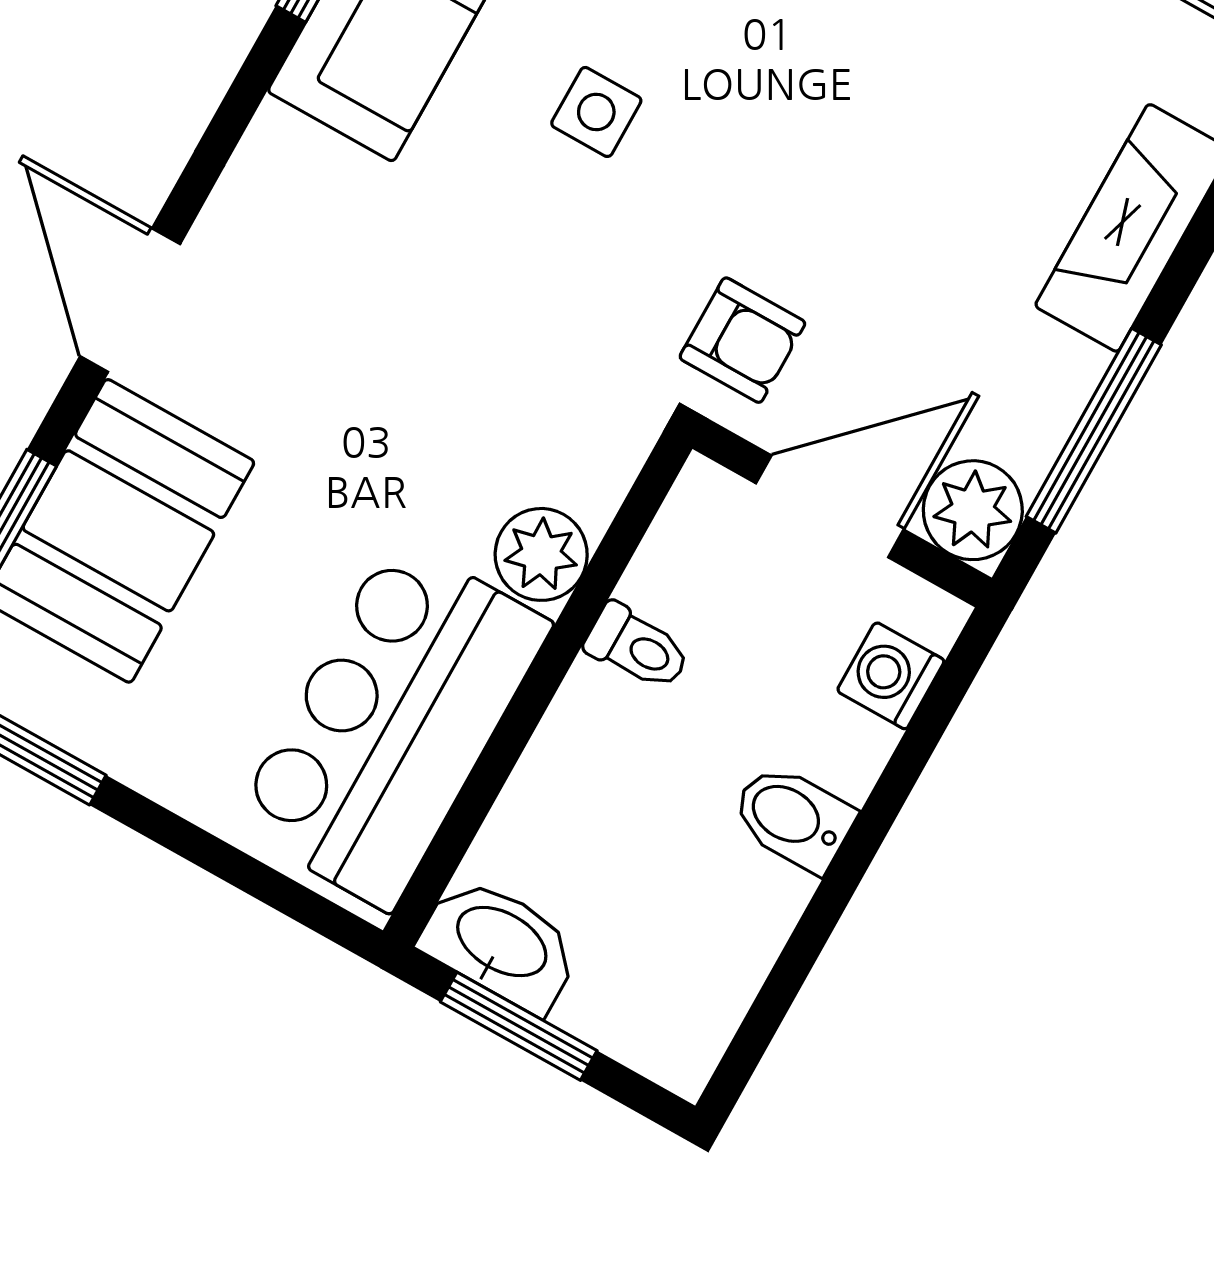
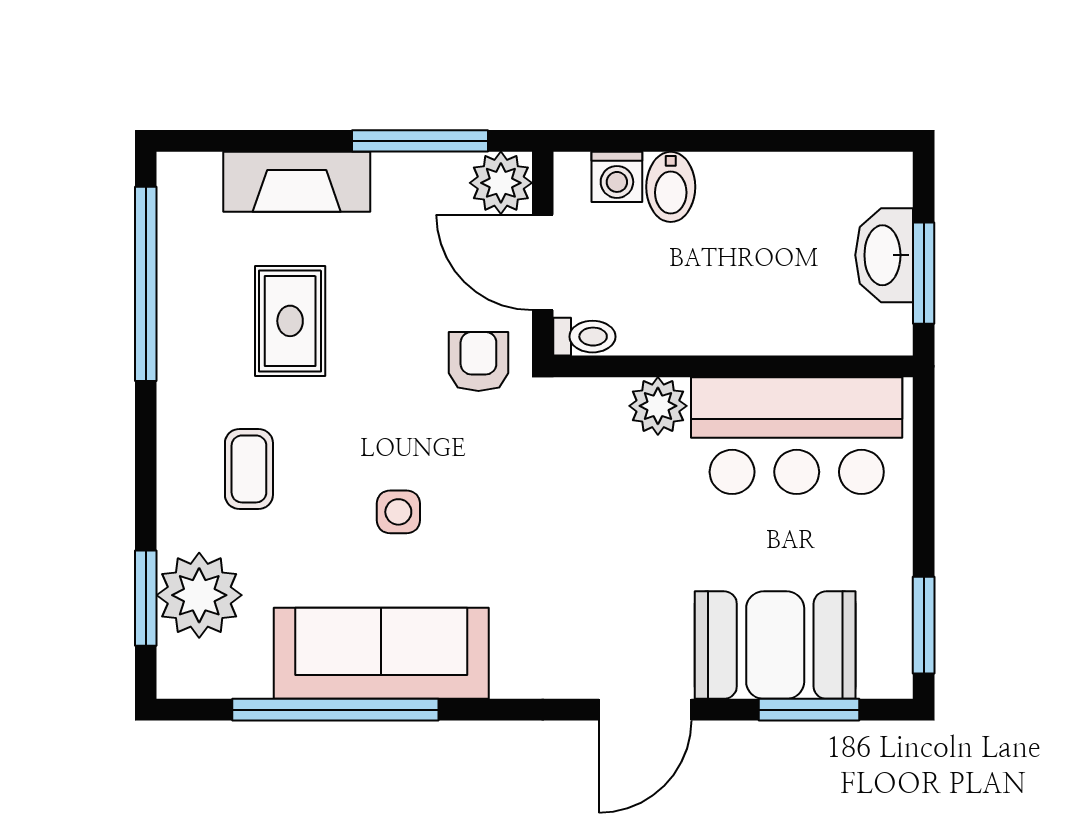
rug: (945, 110) -> (290, 321), added
toilet: (637, 647) -> (584, 337), moved, turned 90
bidet: (793, 818) -> (671, 187), moved
washbasin: (500, 944) -> (884, 255), moved

